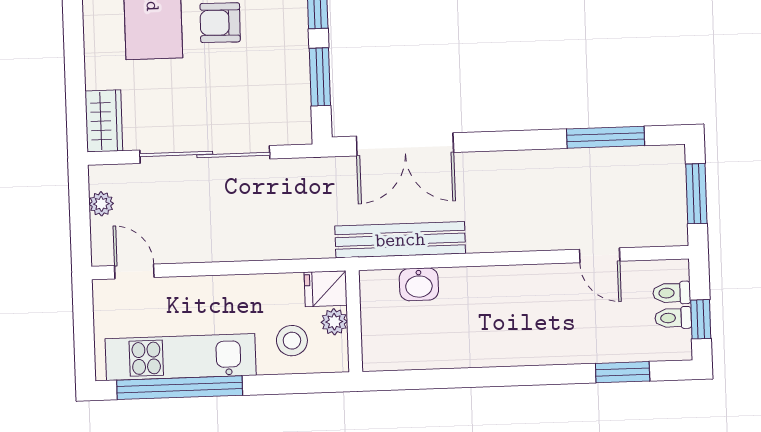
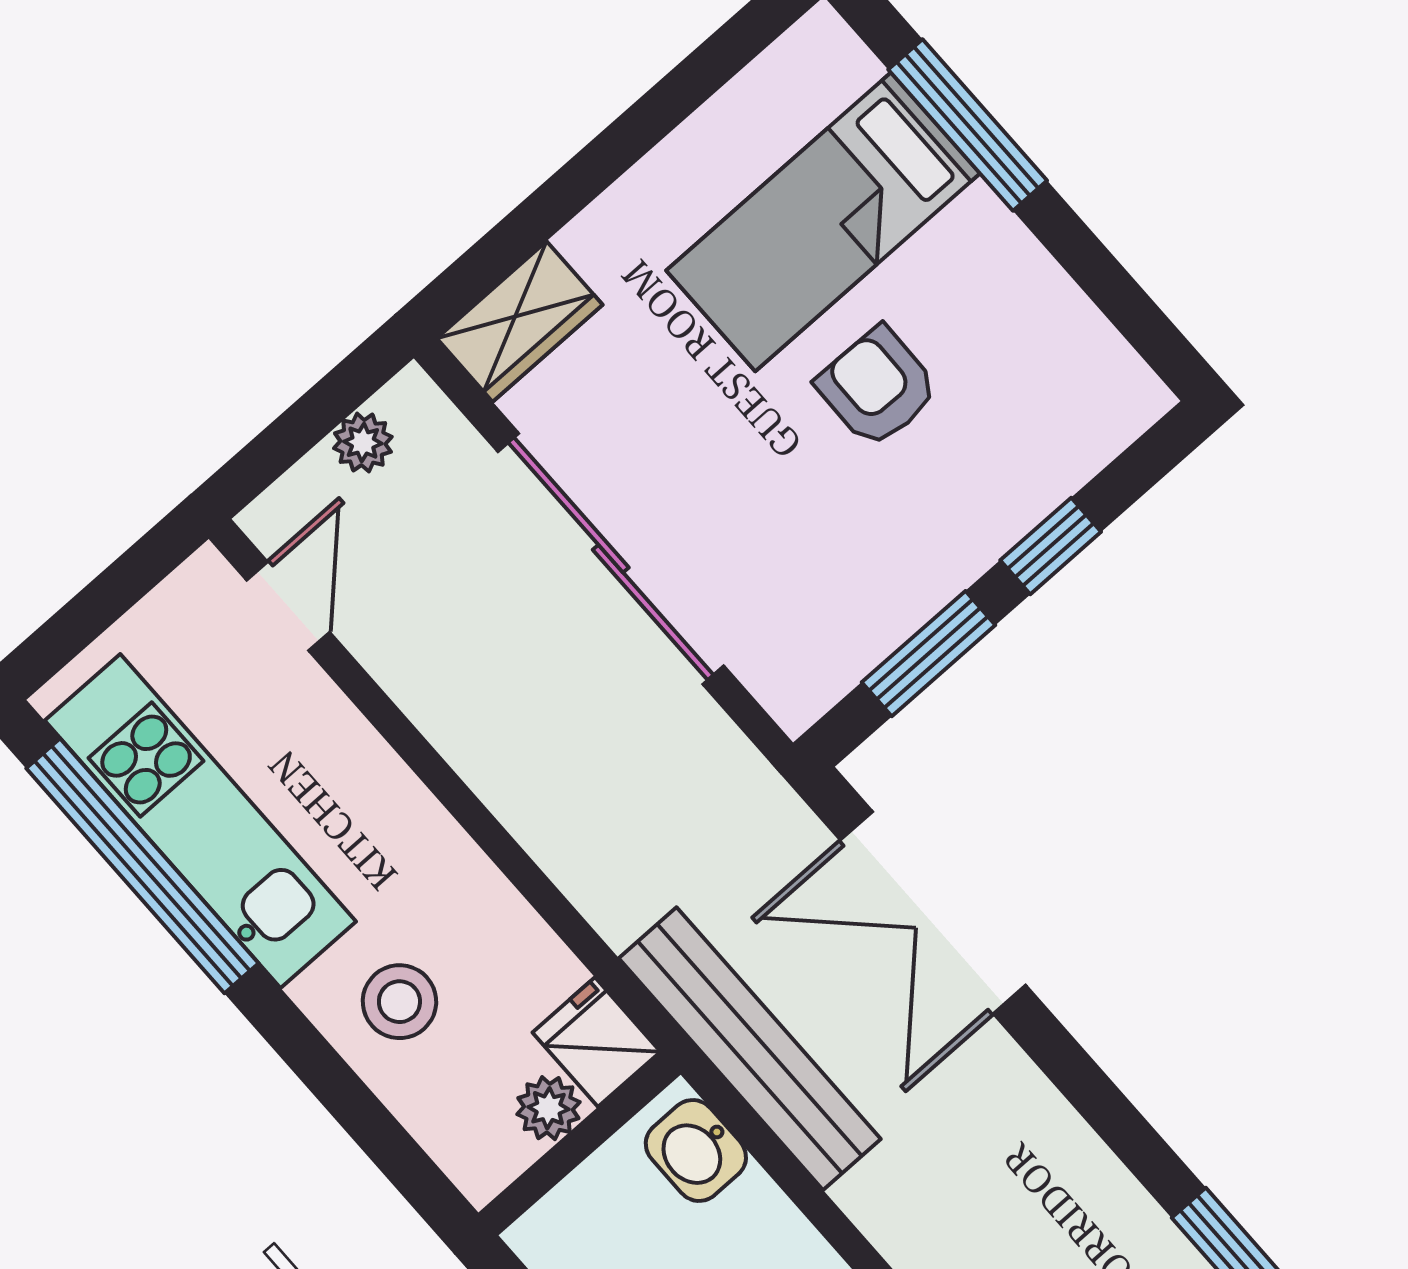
fridge: (326, 289) -> (596, 1042), moved
wall: (354, 321) -> (580, 1144), moved
plant: (334, 322) -> (548, 1108), moved

